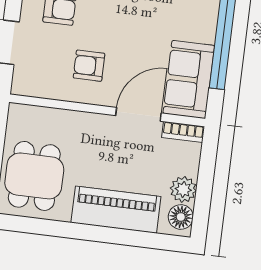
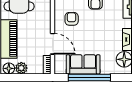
sofa: (189, 79) -> (83, 64), moved

